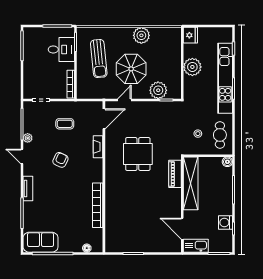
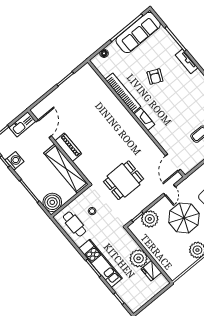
fridge: (190, 35) -> (151, 271), moved
kitchen unit: (225, 78) -> (100, 263), width x0.73
fireplace: (98, 147) -> (144, 119), moved
dining table: (138, 154) -> (124, 180), moved, turned 90
armchair: (60, 160) -> (155, 77), moved
boiler: (227, 162) -> (52, 202), width x1.86, depth x1.86
piano: (175, 174) -> (68, 147), moved
door: (182, 229) -> (44, 129), hinge flipped
sofa: (41, 242) -> (138, 32), width x1.36

